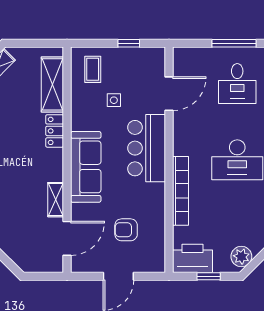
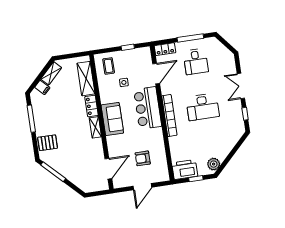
locker: (190, 56) -> (165, 49), added
sofa: (86, 167) -> (112, 119), width x0.73
bookcase: (180, 191) -> (169, 116), moved
shelving: (56, 200) -> (95, 127), moved

